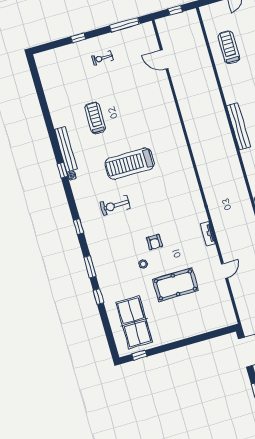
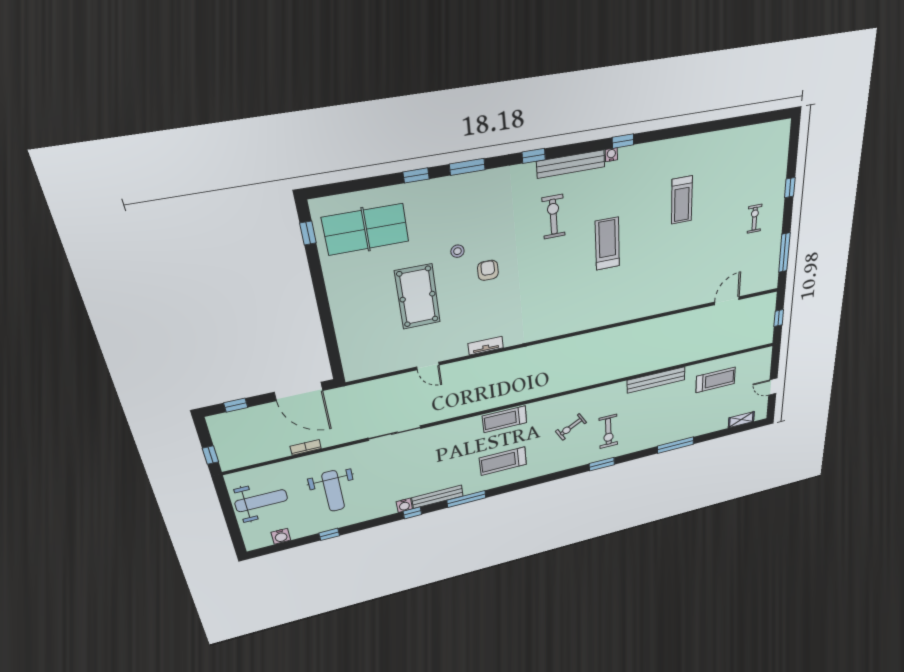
treadmill: (95, 118) -> (682, 200), turned 90
bench: (238, 126) -> (656, 380), moved
bench: (66, 149) -> (571, 164), moved
treadmill: (130, 164) -> (607, 244), width x0.73, depth x0.73
armchair: (154, 242) -> (488, 270), turned 90

